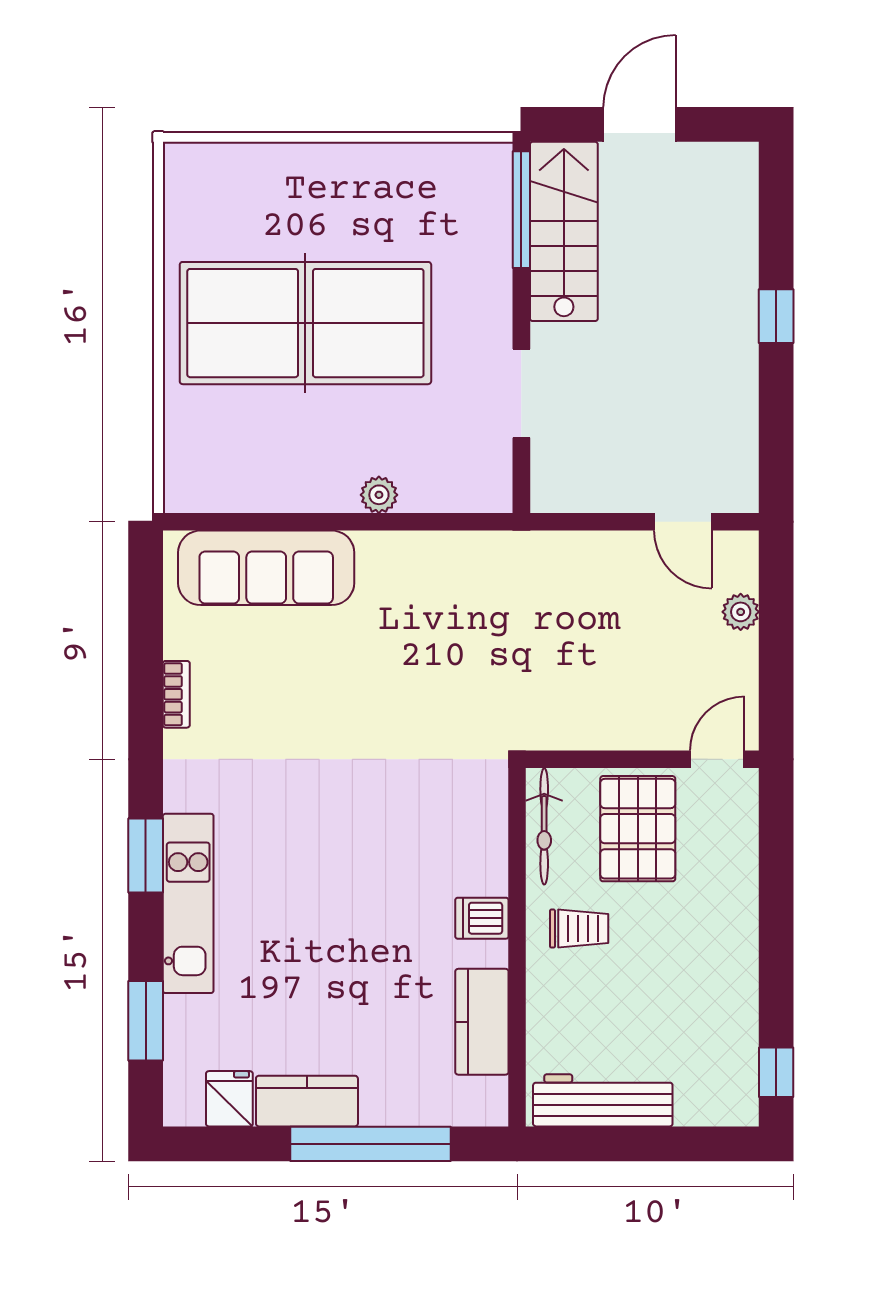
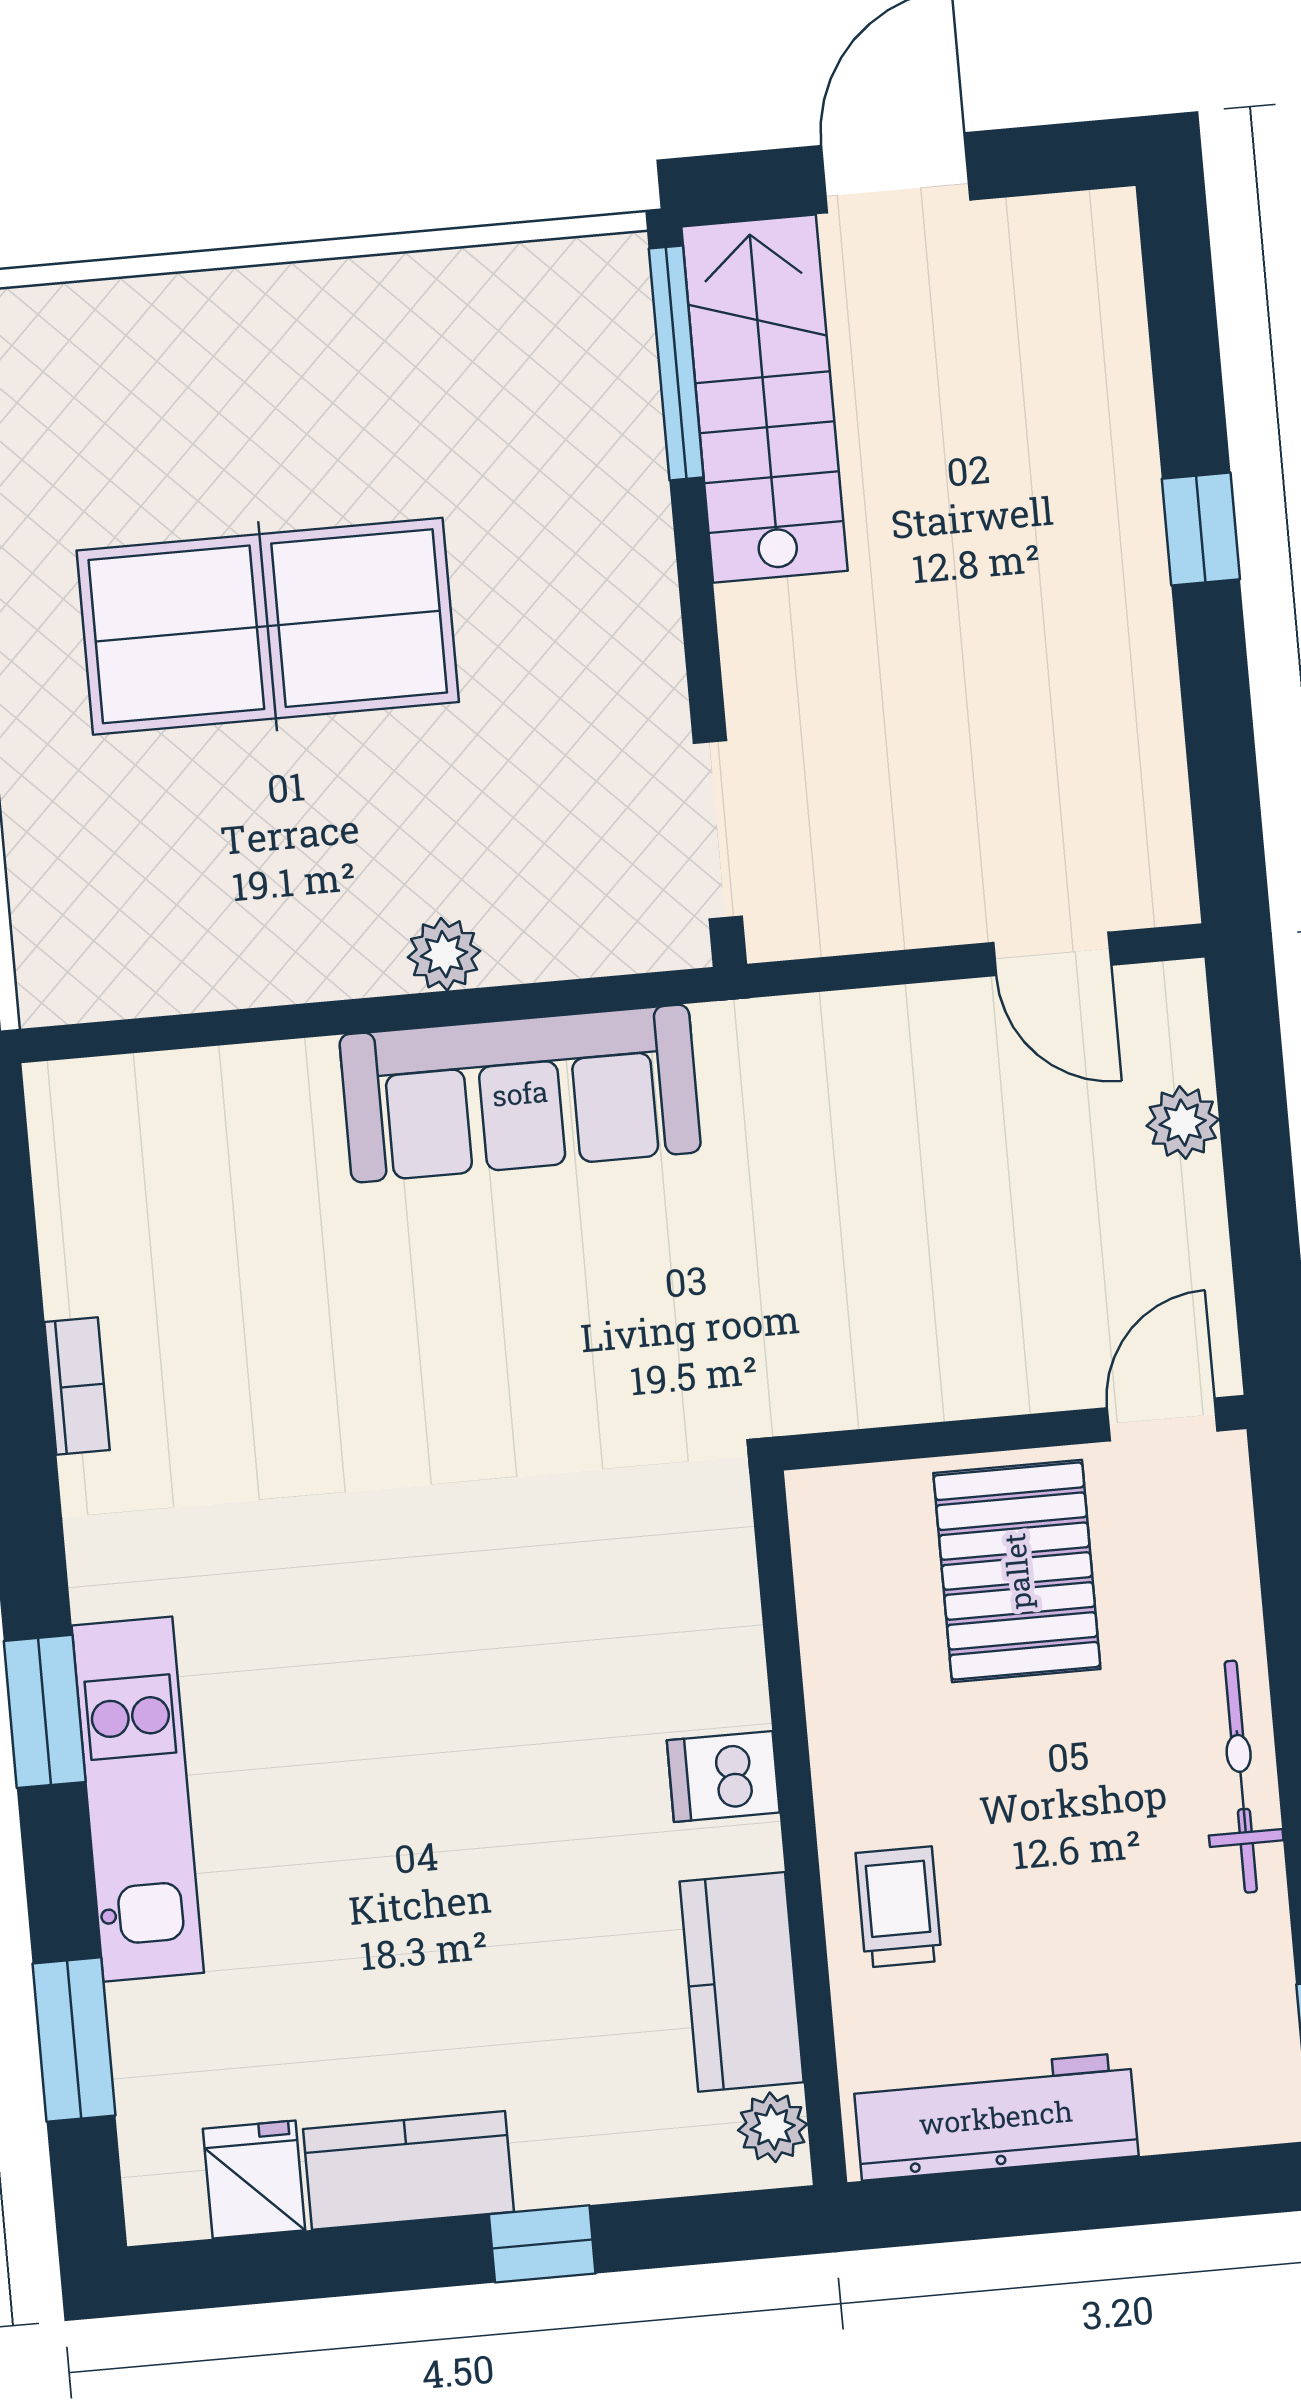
table tennis table: (305, 323) -> (268, 626), width x0.73, depth x0.76
doorway: (521, 393) -> (718, 830), moved
sofa: (266, 568) -> (520, 1093), moved
bicycle: (544, 826) -> (1241, 1777), moved, turned 180
trolley: (579, 929) -> (899, 1907), moved, turned -90
plant: (491, 1096) -> (773, 2127), added
window: (371, 1144) -> (542, 2244), width x0.32

